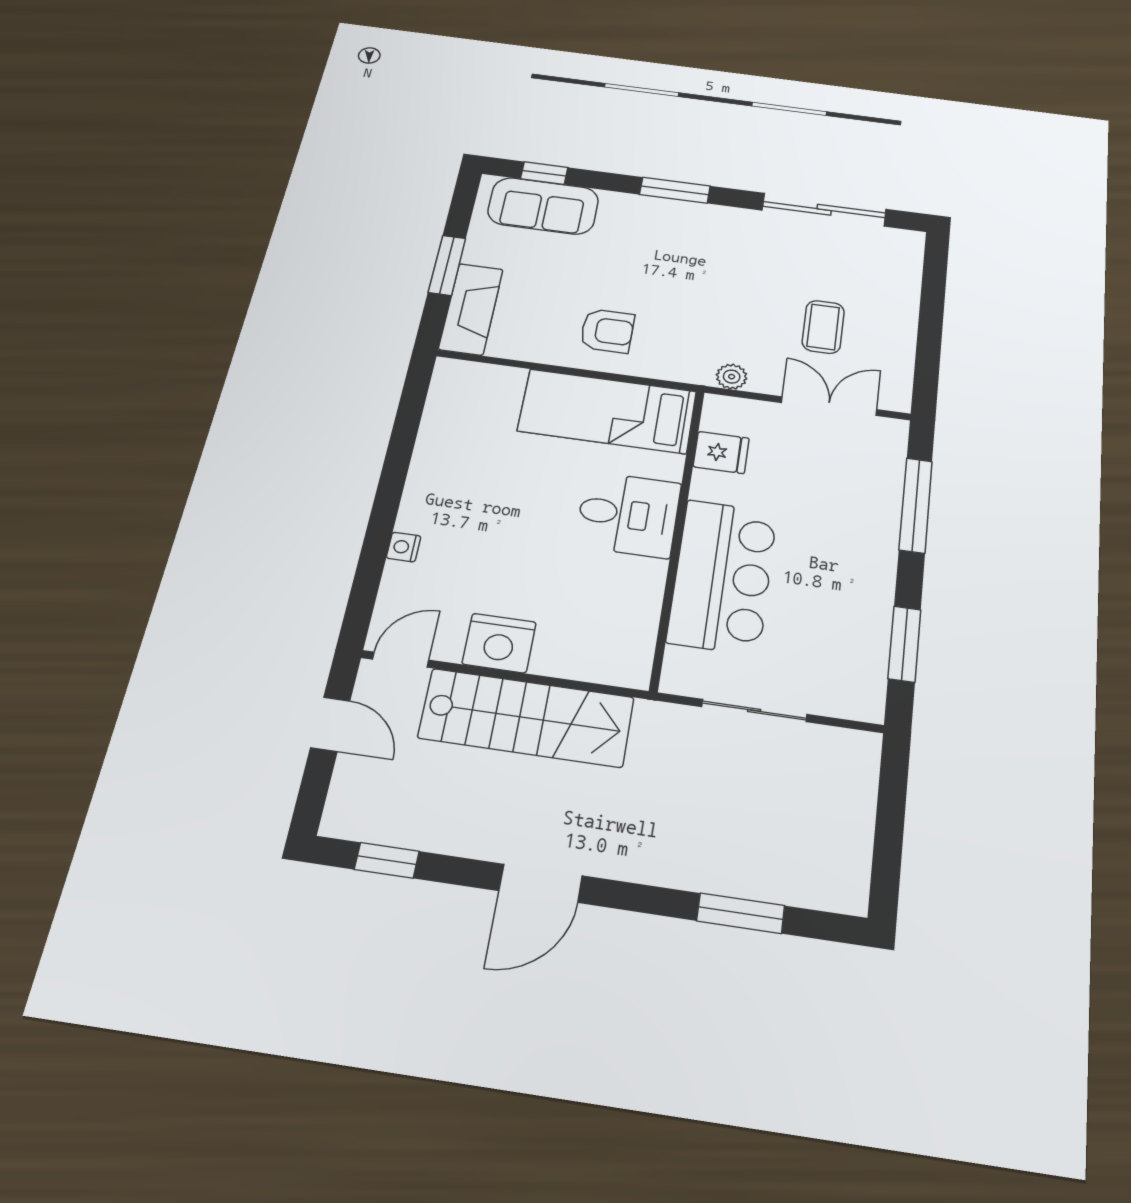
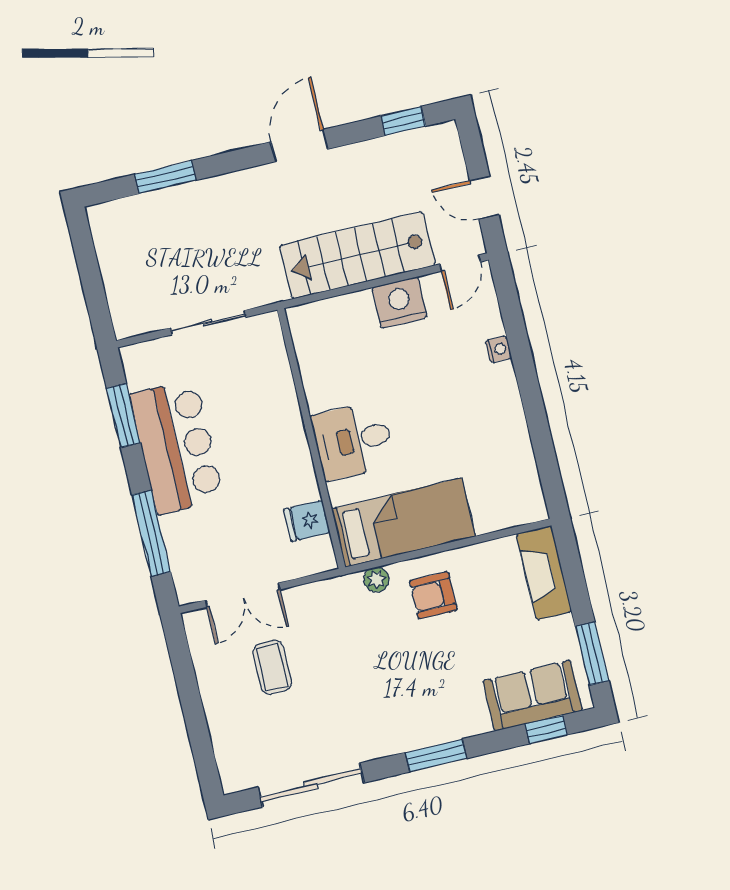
window: (447, 265) -> (592, 653), moved
plant: (732, 377) -> (376, 579), moved
bar counter: (723, 576) -> (177, 447), moved, turned 180

